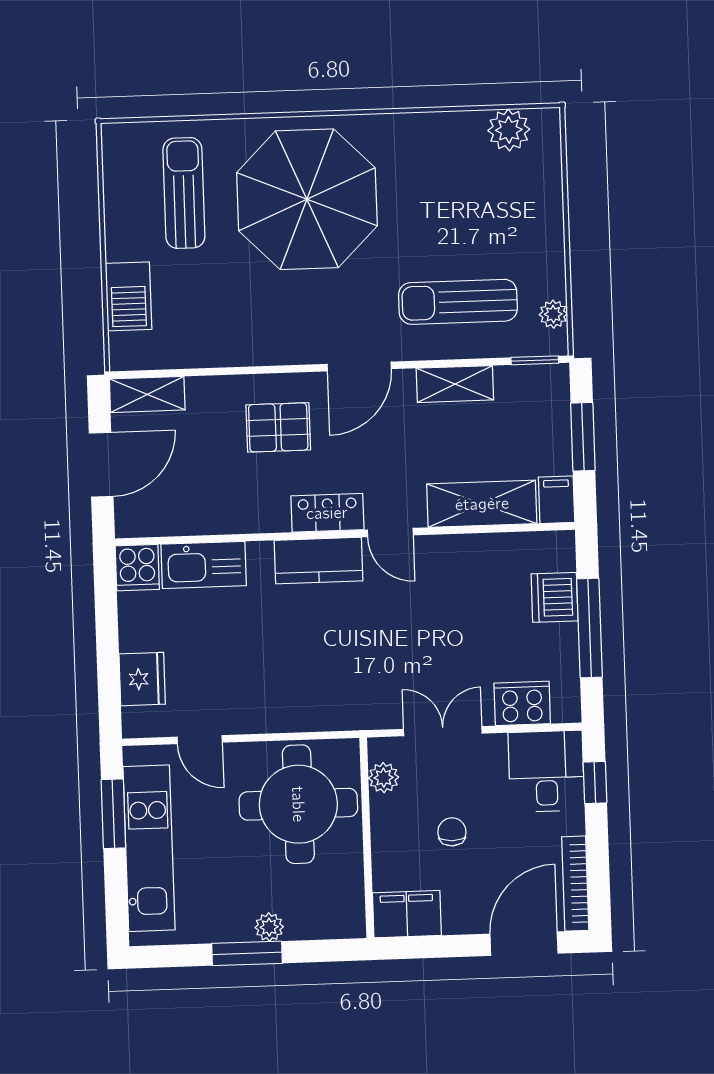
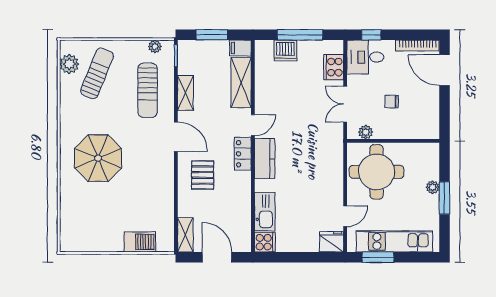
sun lounger: (184, 193) -> (97, 73), moved, turned 112
parasol: (307, 199) -> (98, 158), width x0.73, depth x0.73
fridge: (142, 679) -> (332, 242), moved
filing cabinet: (407, 914) -> (429, 124), removed

